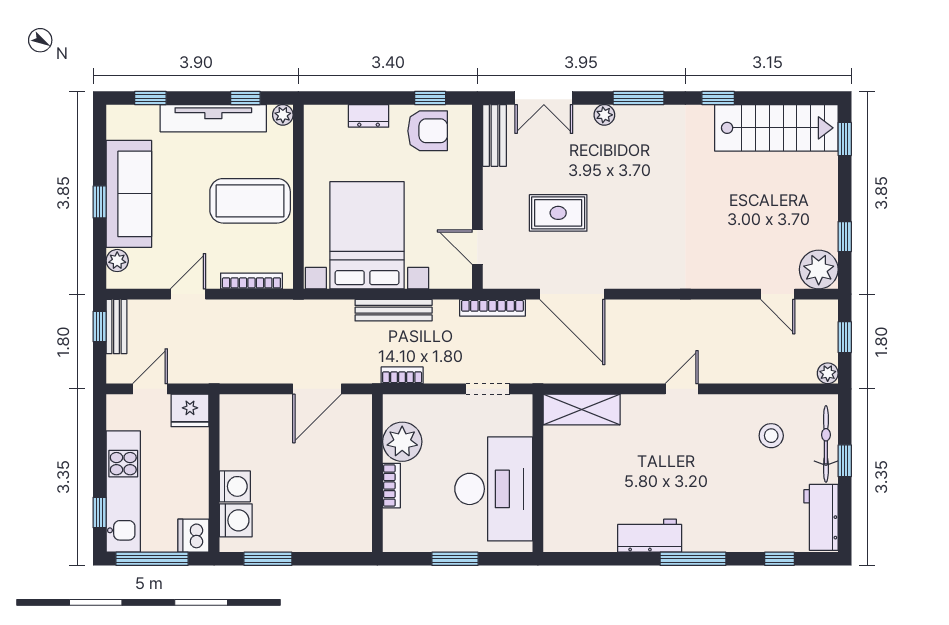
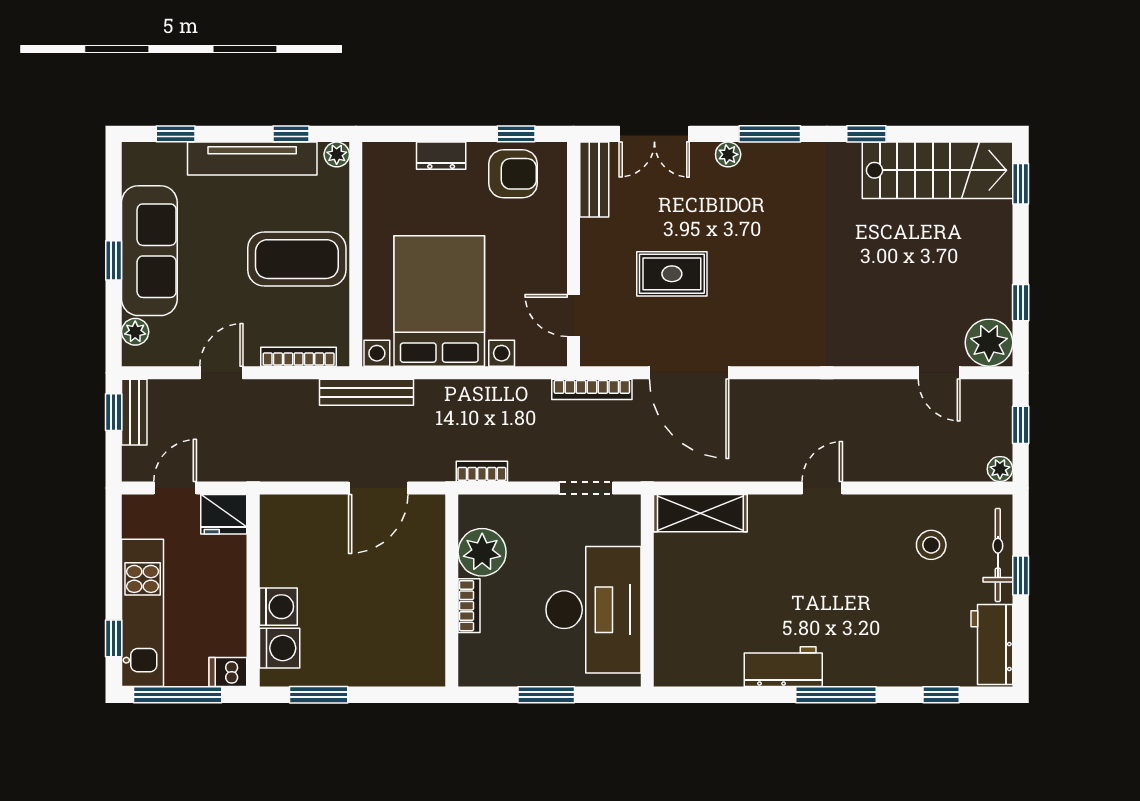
bench: (394, 310) -> (366, 392), moved
dishwasher: (193, 536) -> (228, 672), width x0.73

